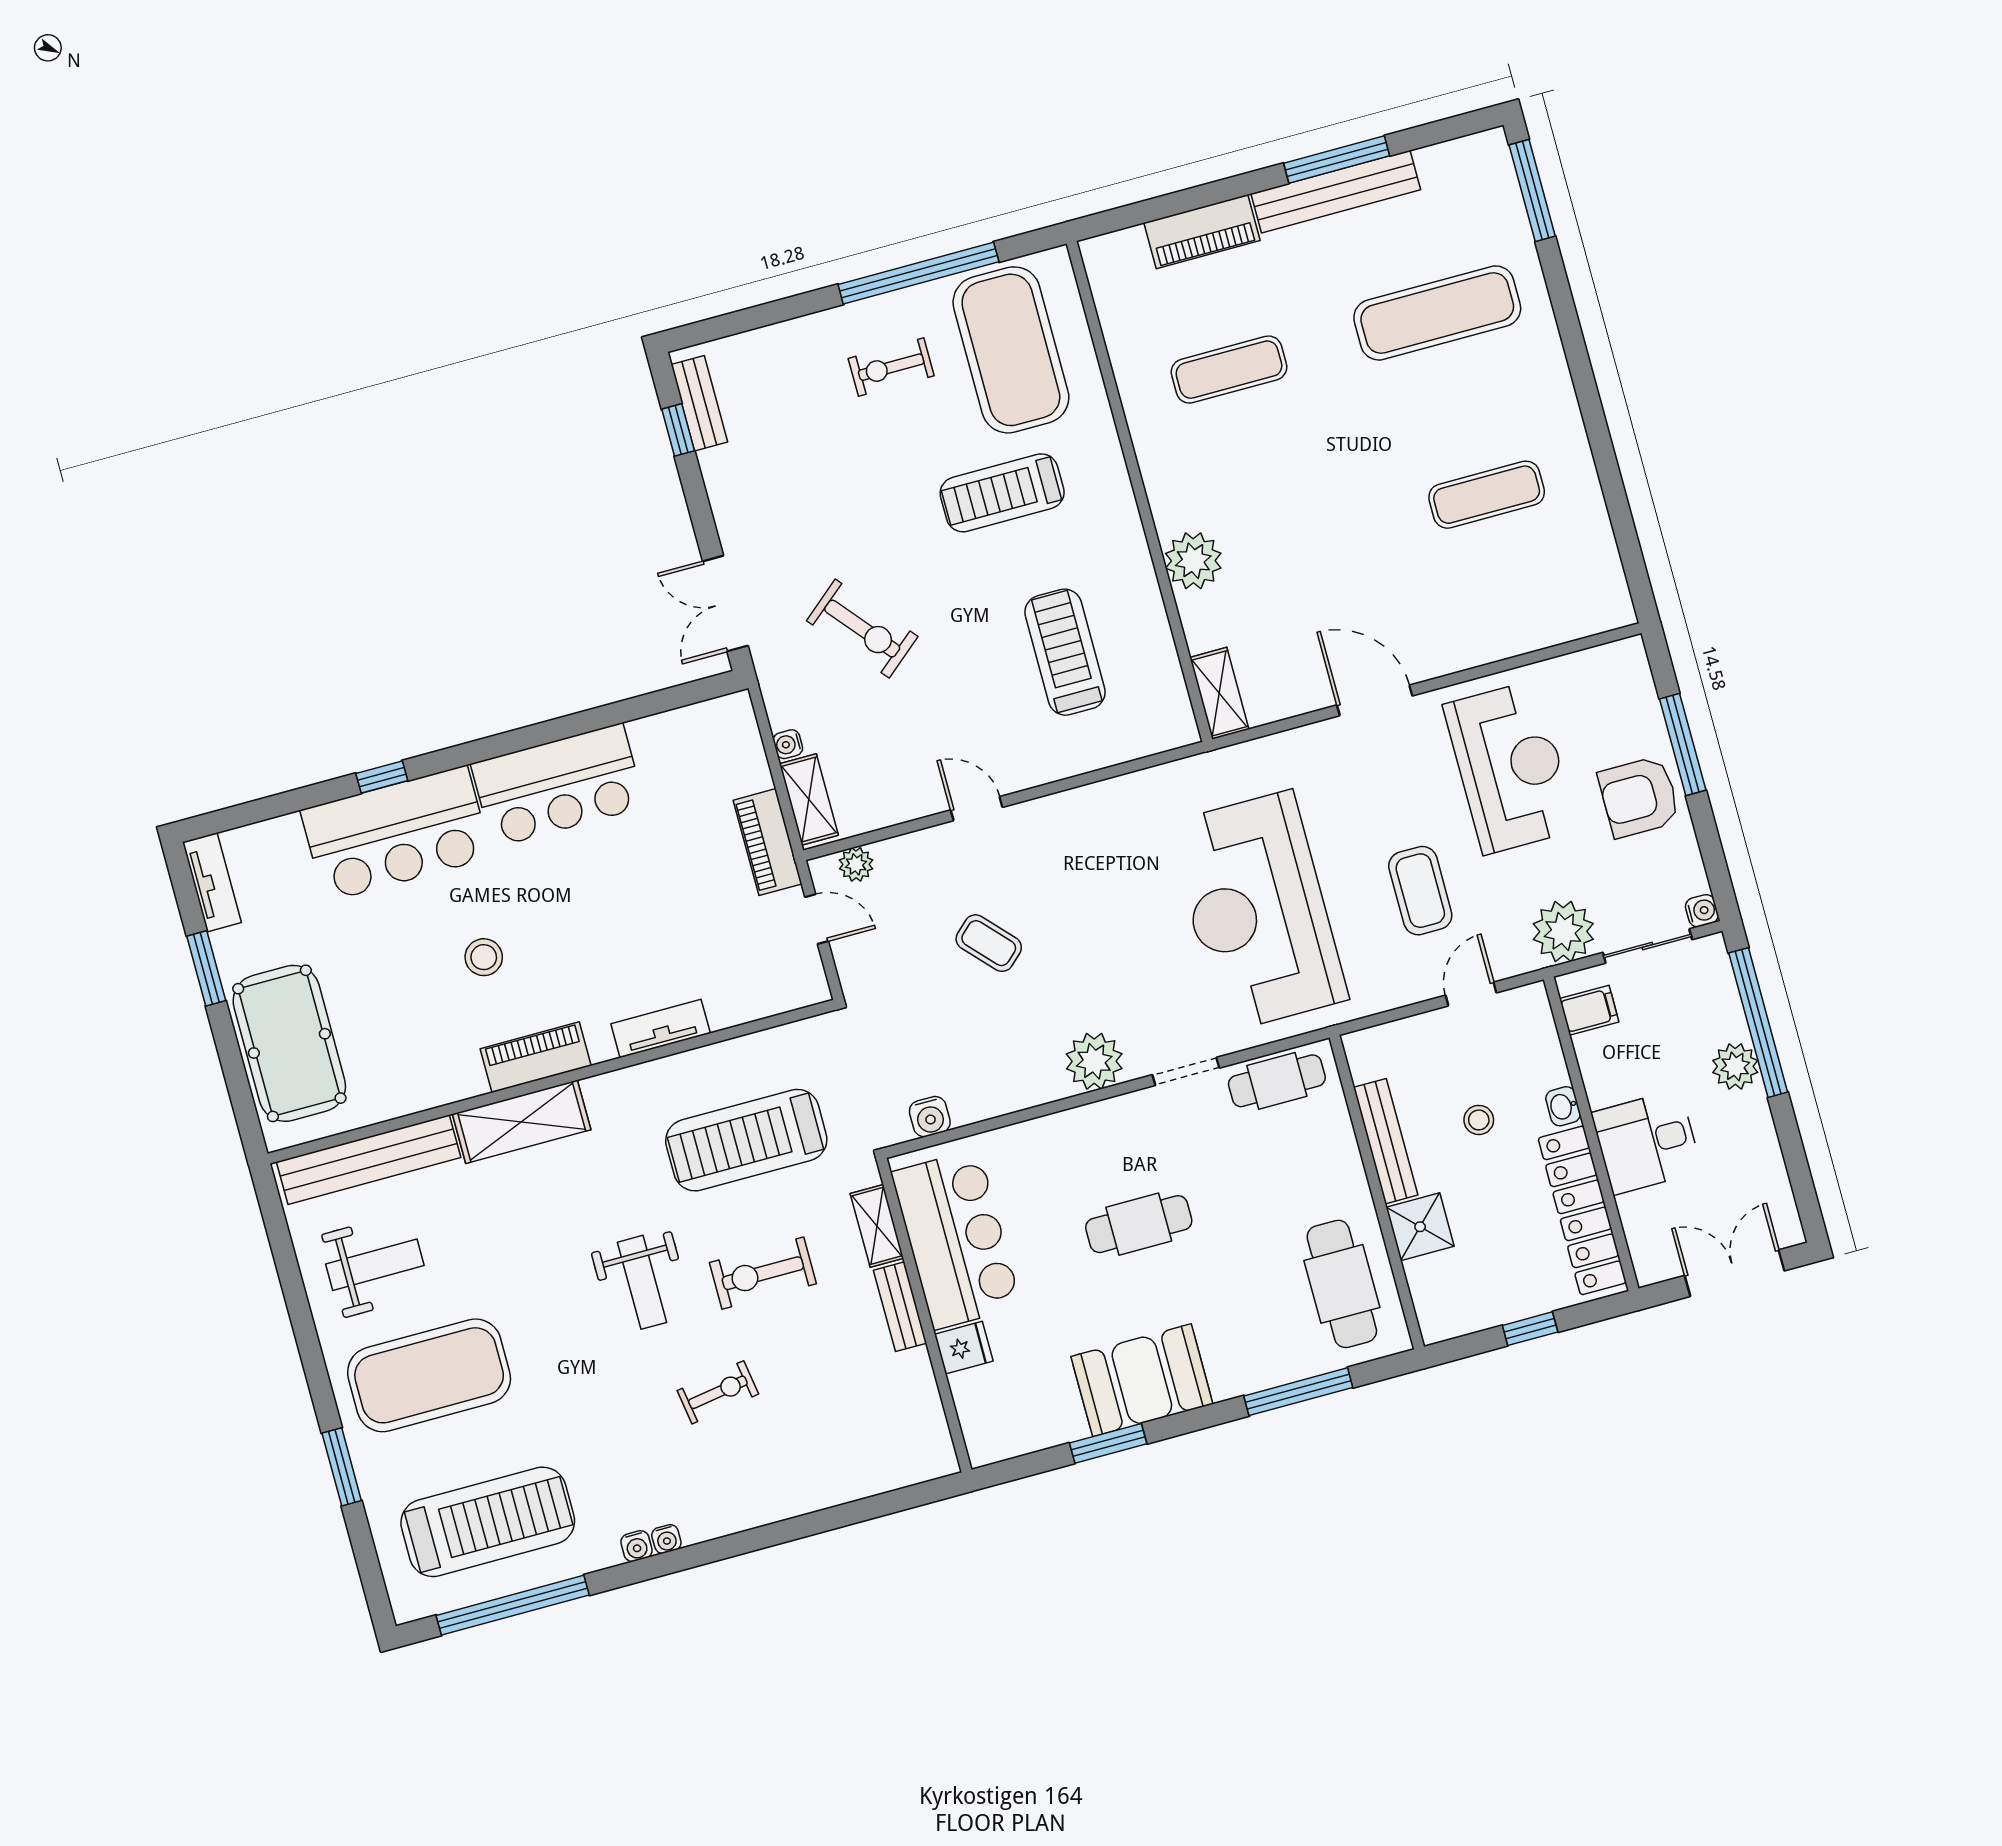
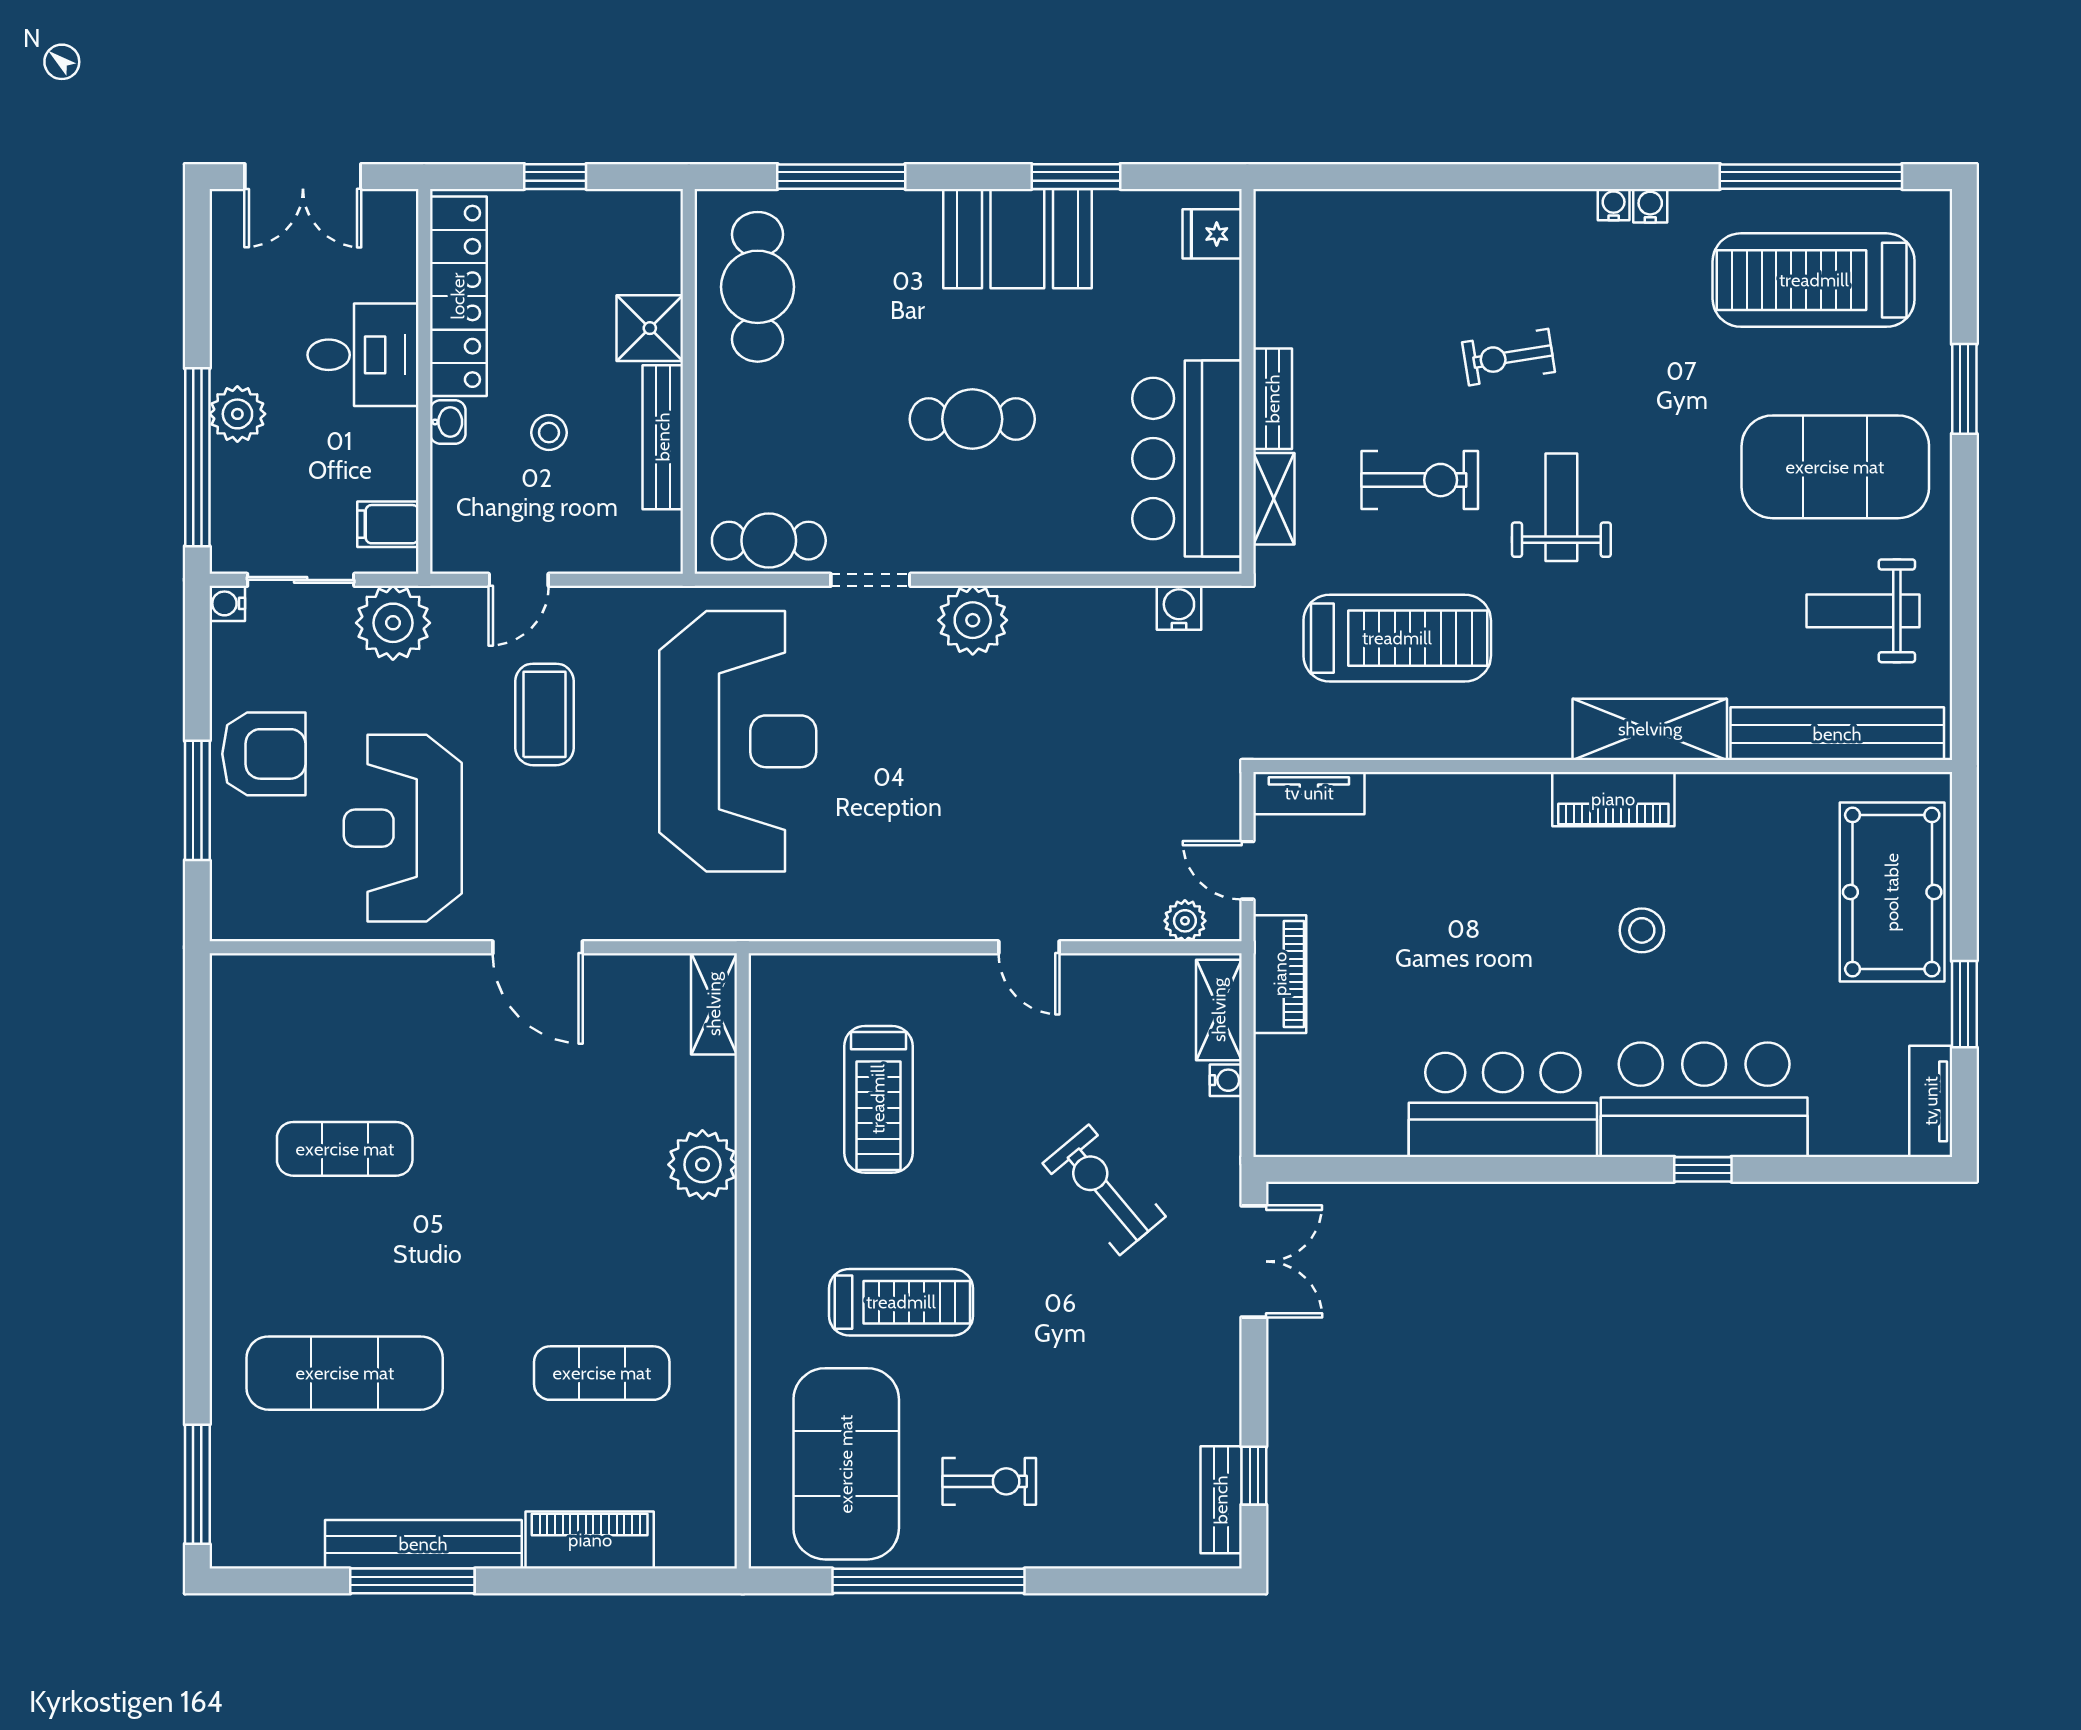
coffee table: (989, 943) -> (1057, 789), removed
tv unit: (661, 1029) -> (1309, 793), moved
fridge: (964, 1348) -> (1212, 234), moved

